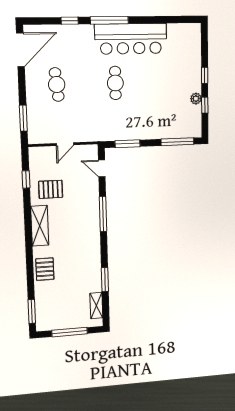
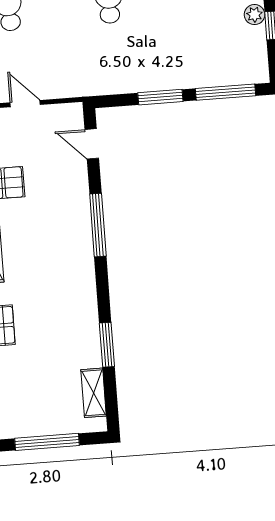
door: (65, 144) -> (25, 104), swing flipped
window: (128, 144) -> (160, 97), moved

